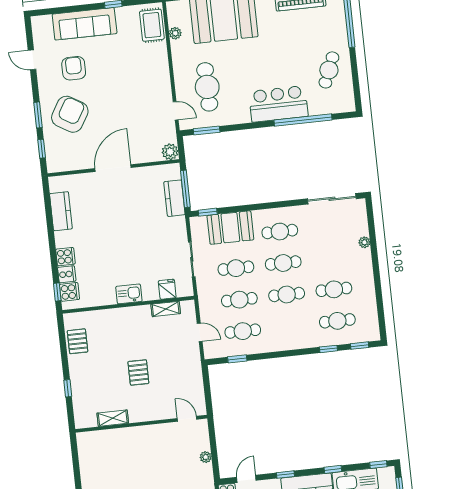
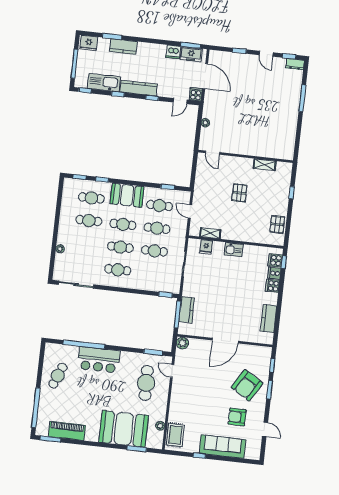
armchair: (74, 68) -> (237, 417), turned 90
booth: (230, 228) -> (127, 195), moved

